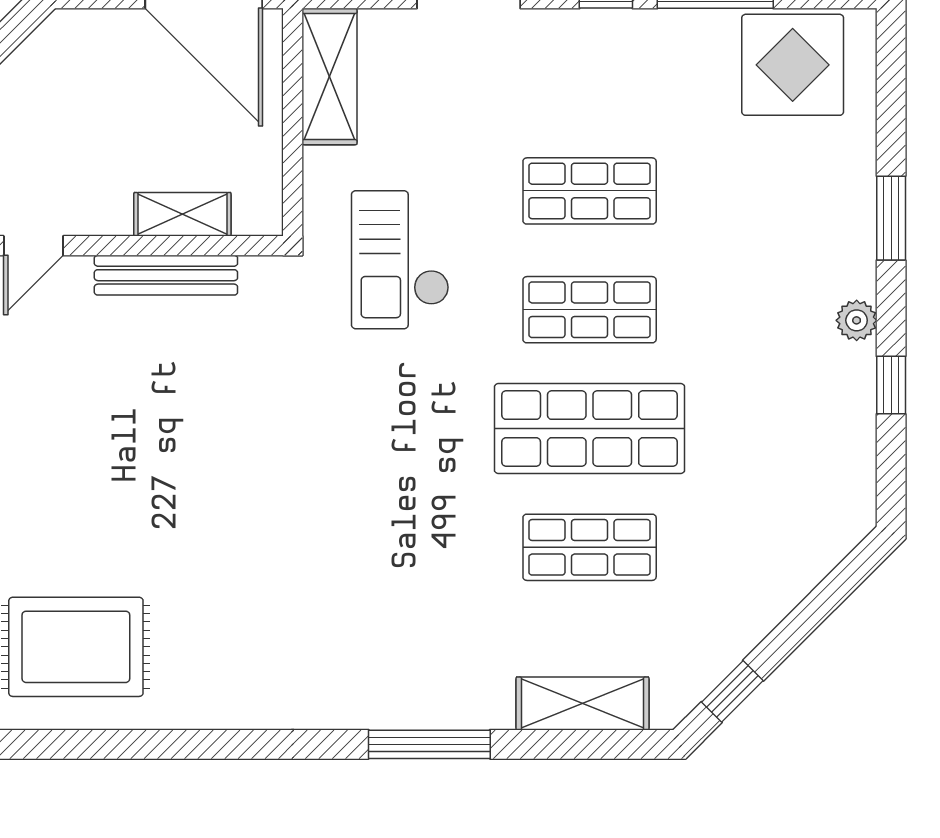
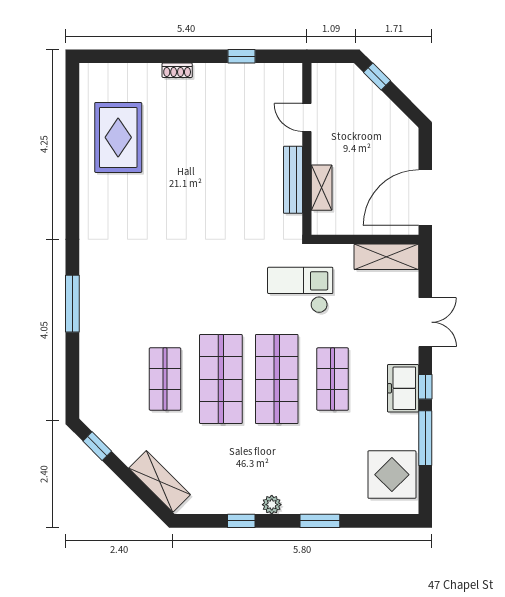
freezer: (609, 41) -> (403, 388), added
shop shelf: (590, 310) -> (277, 379), width x1.43, depth x1.36
shelving: (583, 703) -> (160, 481), moved, turned -45

